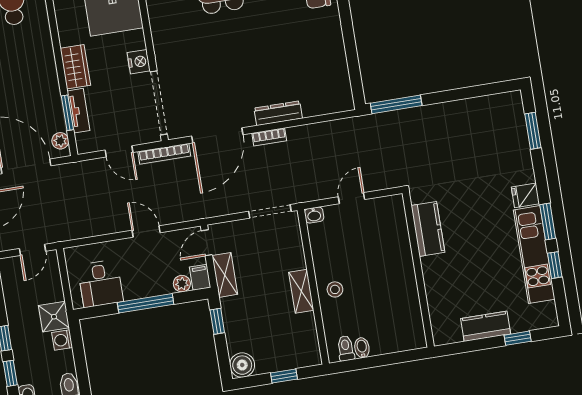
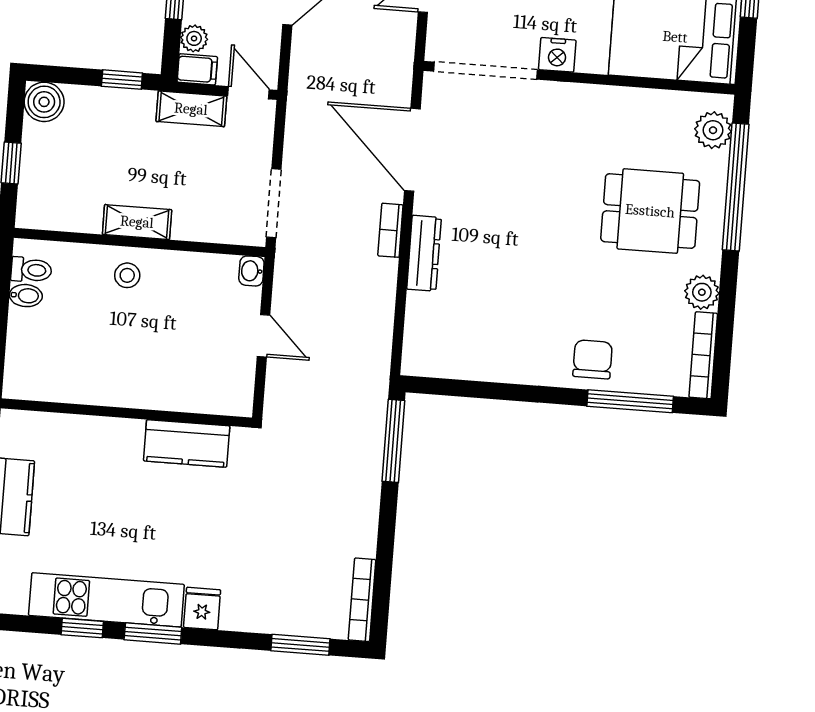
bookcase: (164, 154) -> (362, 600), moved

